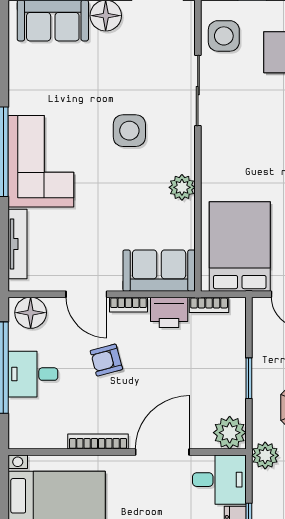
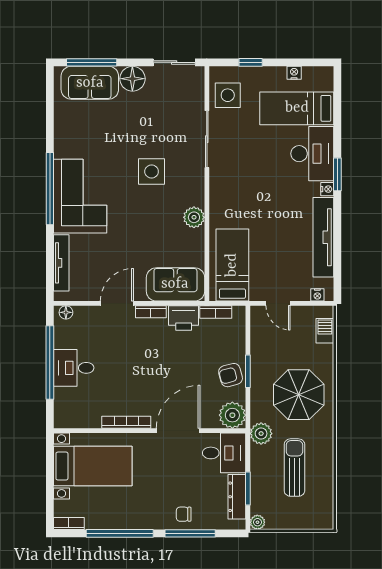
bed: (240, 247) -> (232, 265), width x0.67
door: (86, 294) -> (117, 303), swing flipped
floor lamp: (31, 313) -> (66, 312), width x0.53, depth x0.53
armchair: (106, 360) -> (231, 375), moved

